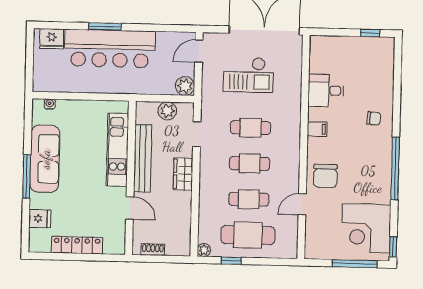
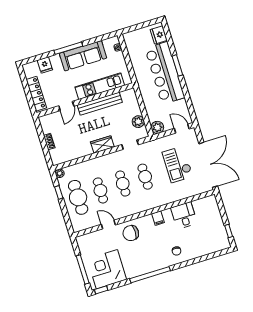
kitchen unit: (117, 150) -> (100, 86), moved
bench: (143, 158) -> (100, 104), moved
wall: (130, 178) -> (85, 100), moved
door: (130, 208) -> (66, 106), moved

